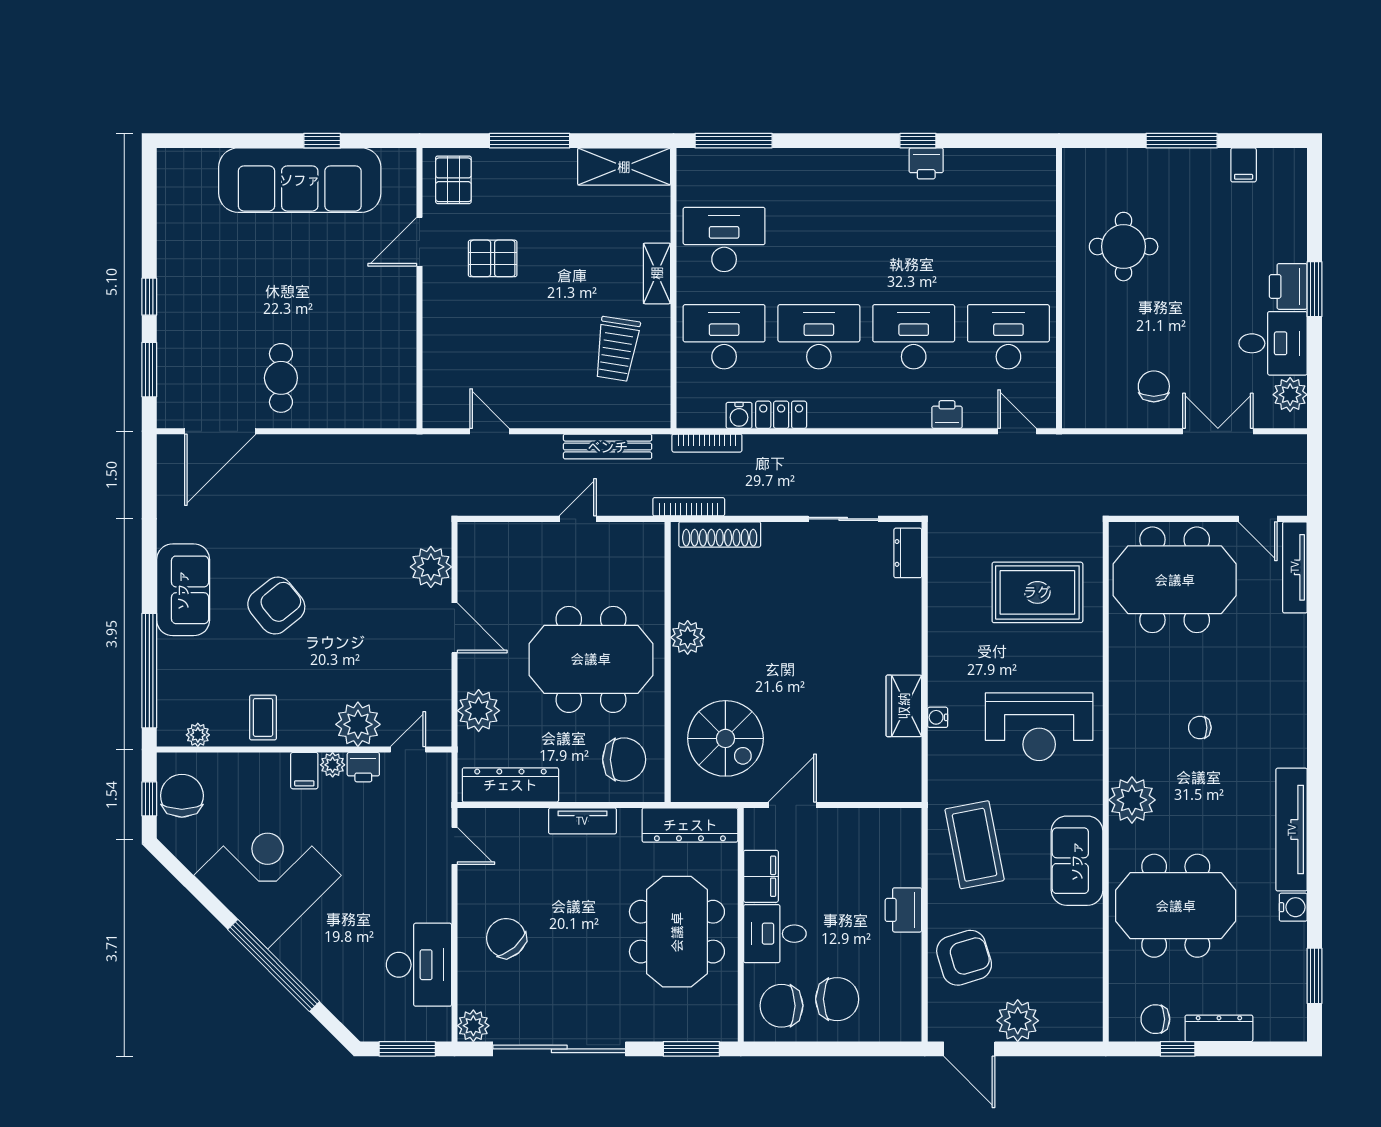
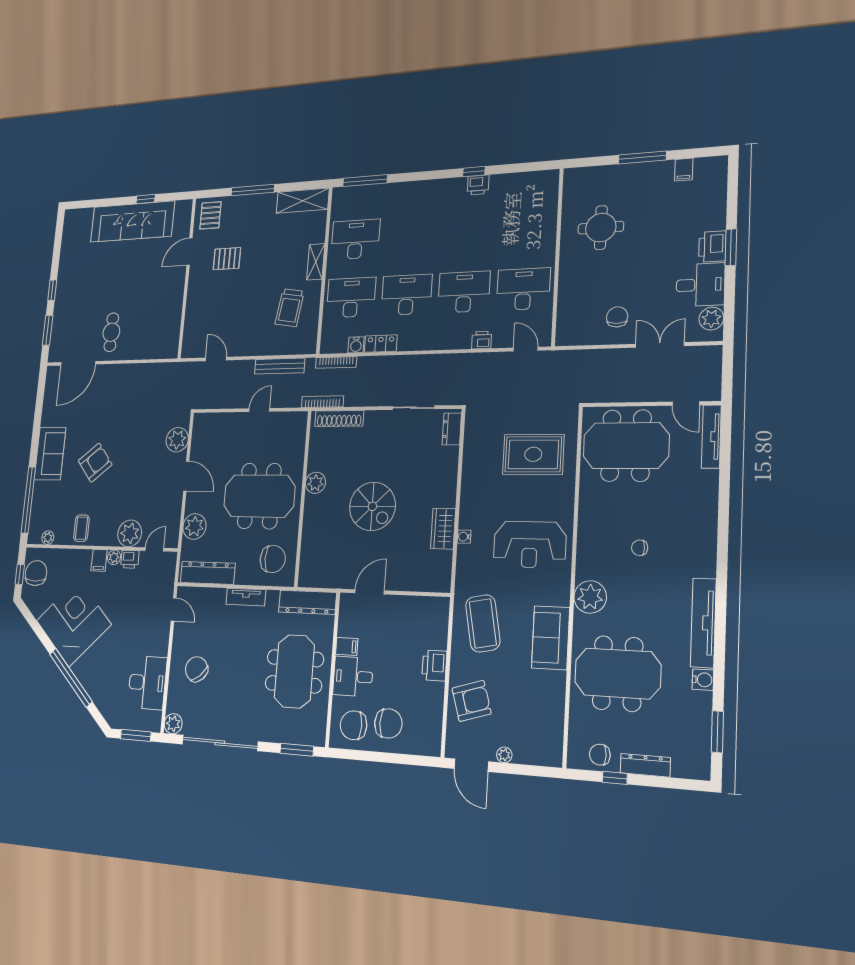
spiral stairs: (725, 738) -> (372, 506), moved
filing cabinet: (761, 876) -> (347, 646), width x0.50
plant: (1018, 1021) -> (504, 755), width x0.53, depth x0.53

